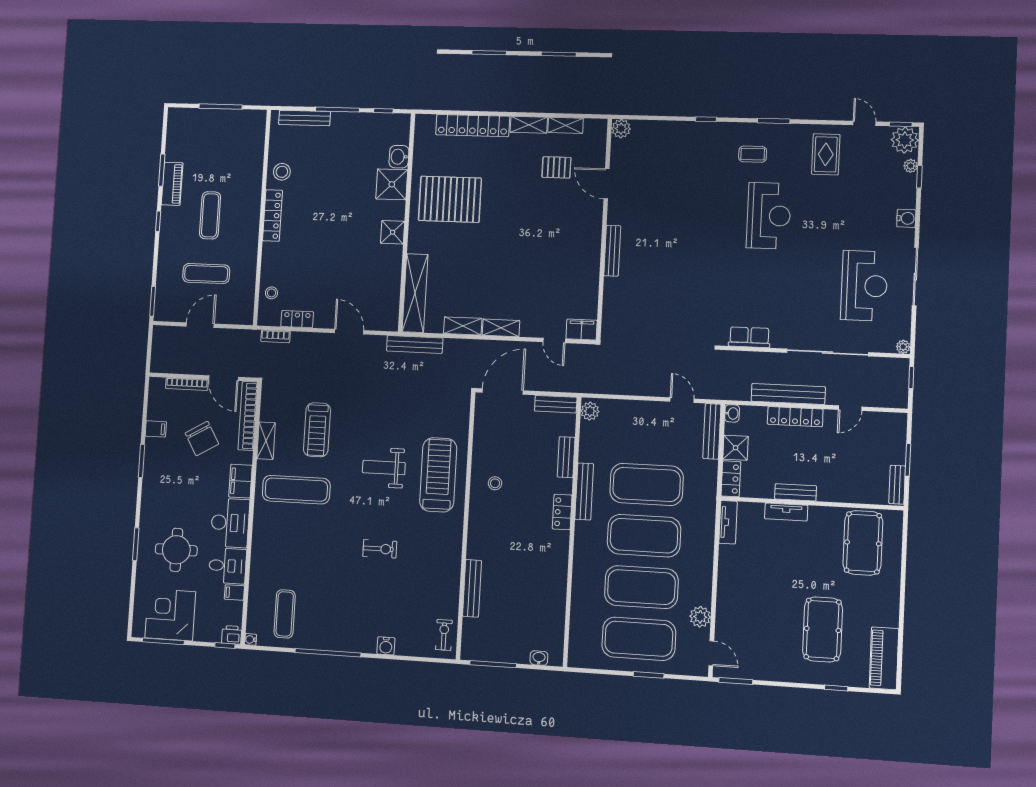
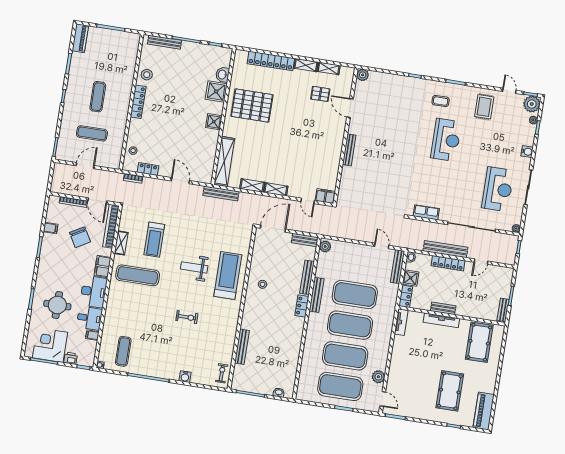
piano: (172, 184) -> (80, 38), moved
bench: (566, 457) -> (307, 277), width x1.36
tv unit: (786, 512) -> (441, 320), width x1.41
printer: (232, 635) -> (71, 358), moved

